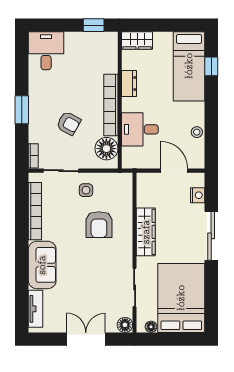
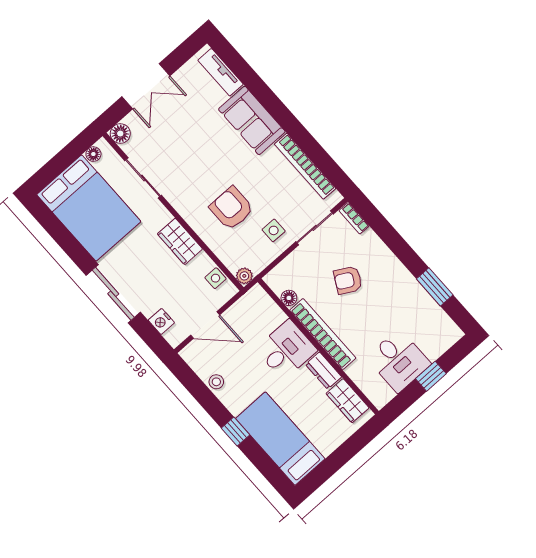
window: (94, 25) -> (431, 376), moved
wardrobe: (137, 41) -> (348, 401), moved, turned -90
desk: (46, 51) -> (399, 361), moved
window: (211, 66) -> (235, 431), moved
window: (22, 110) -> (435, 287), moved
desk: (140, 129) -> (286, 350), moved
floor lamp: (106, 149) -> (289, 298), width x0.53, depth x0.53
plant: (126, 179) -> (244, 276), added
side table: (144, 192) -> (215, 278), added
wardrobe: (146, 232) -> (180, 241), width x0.67

